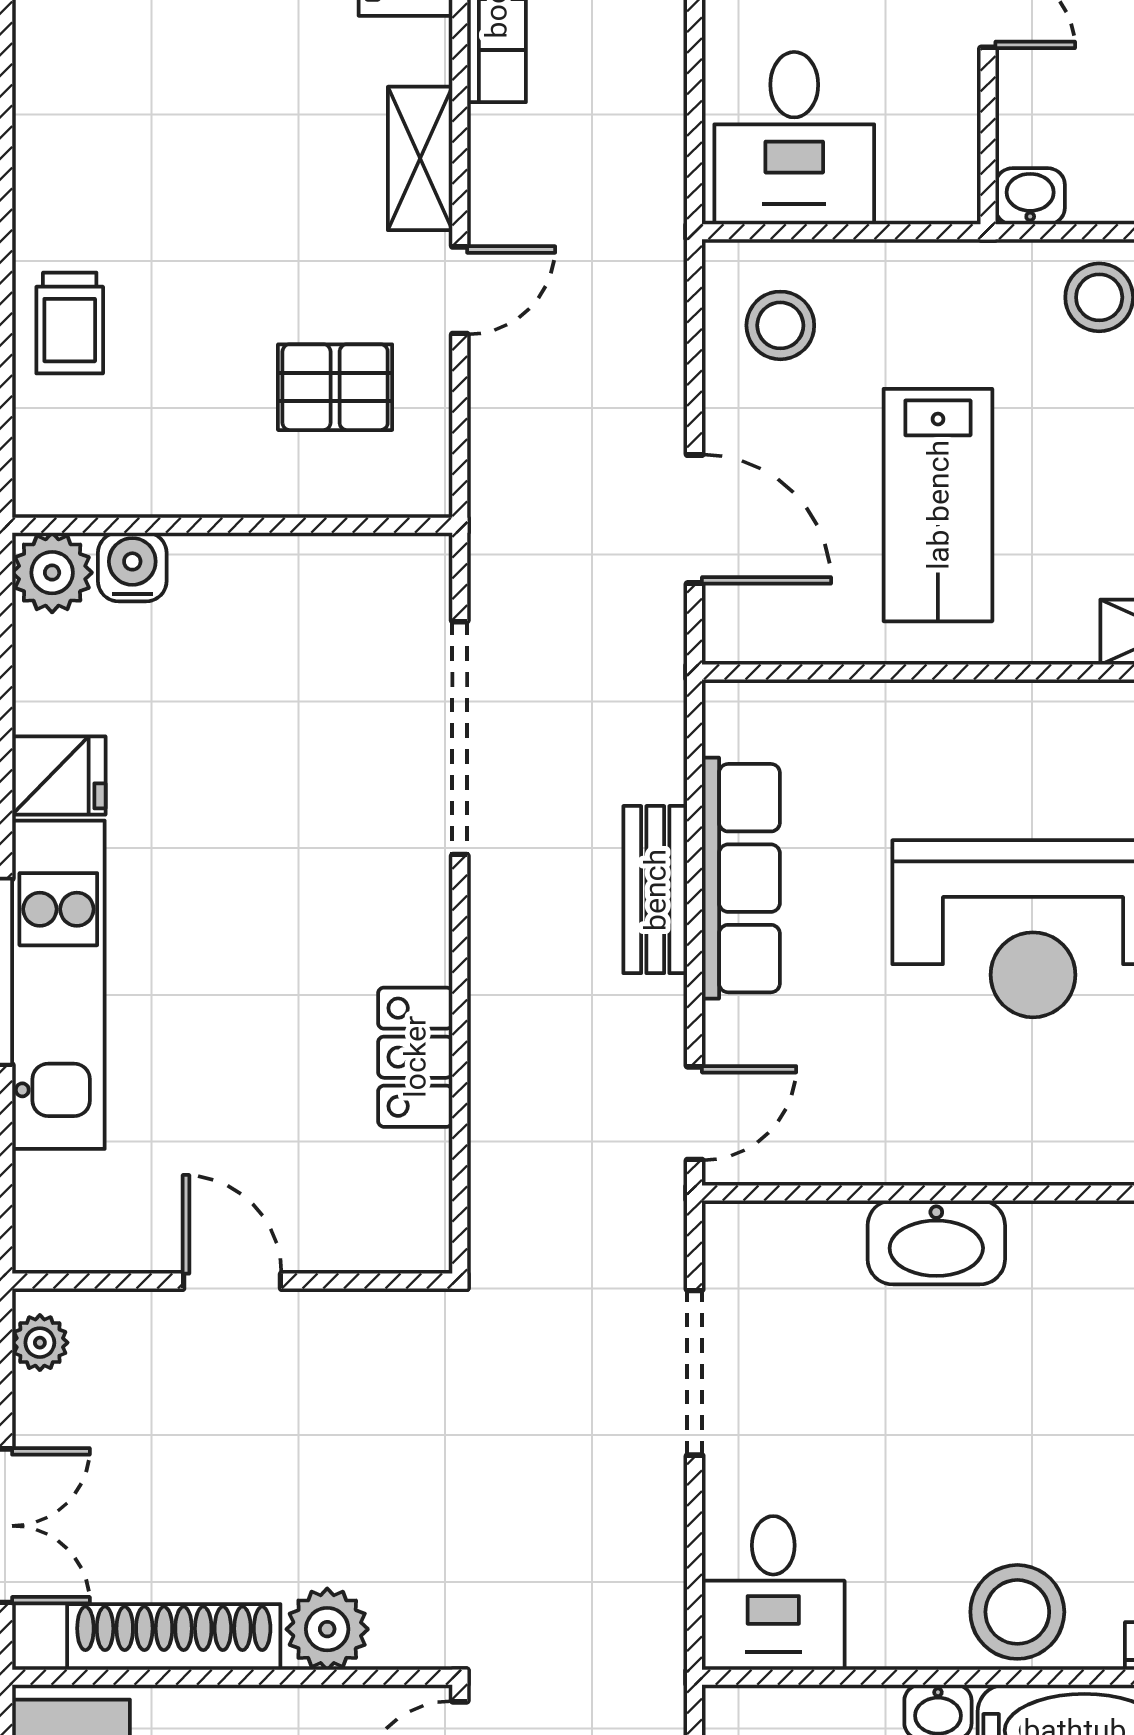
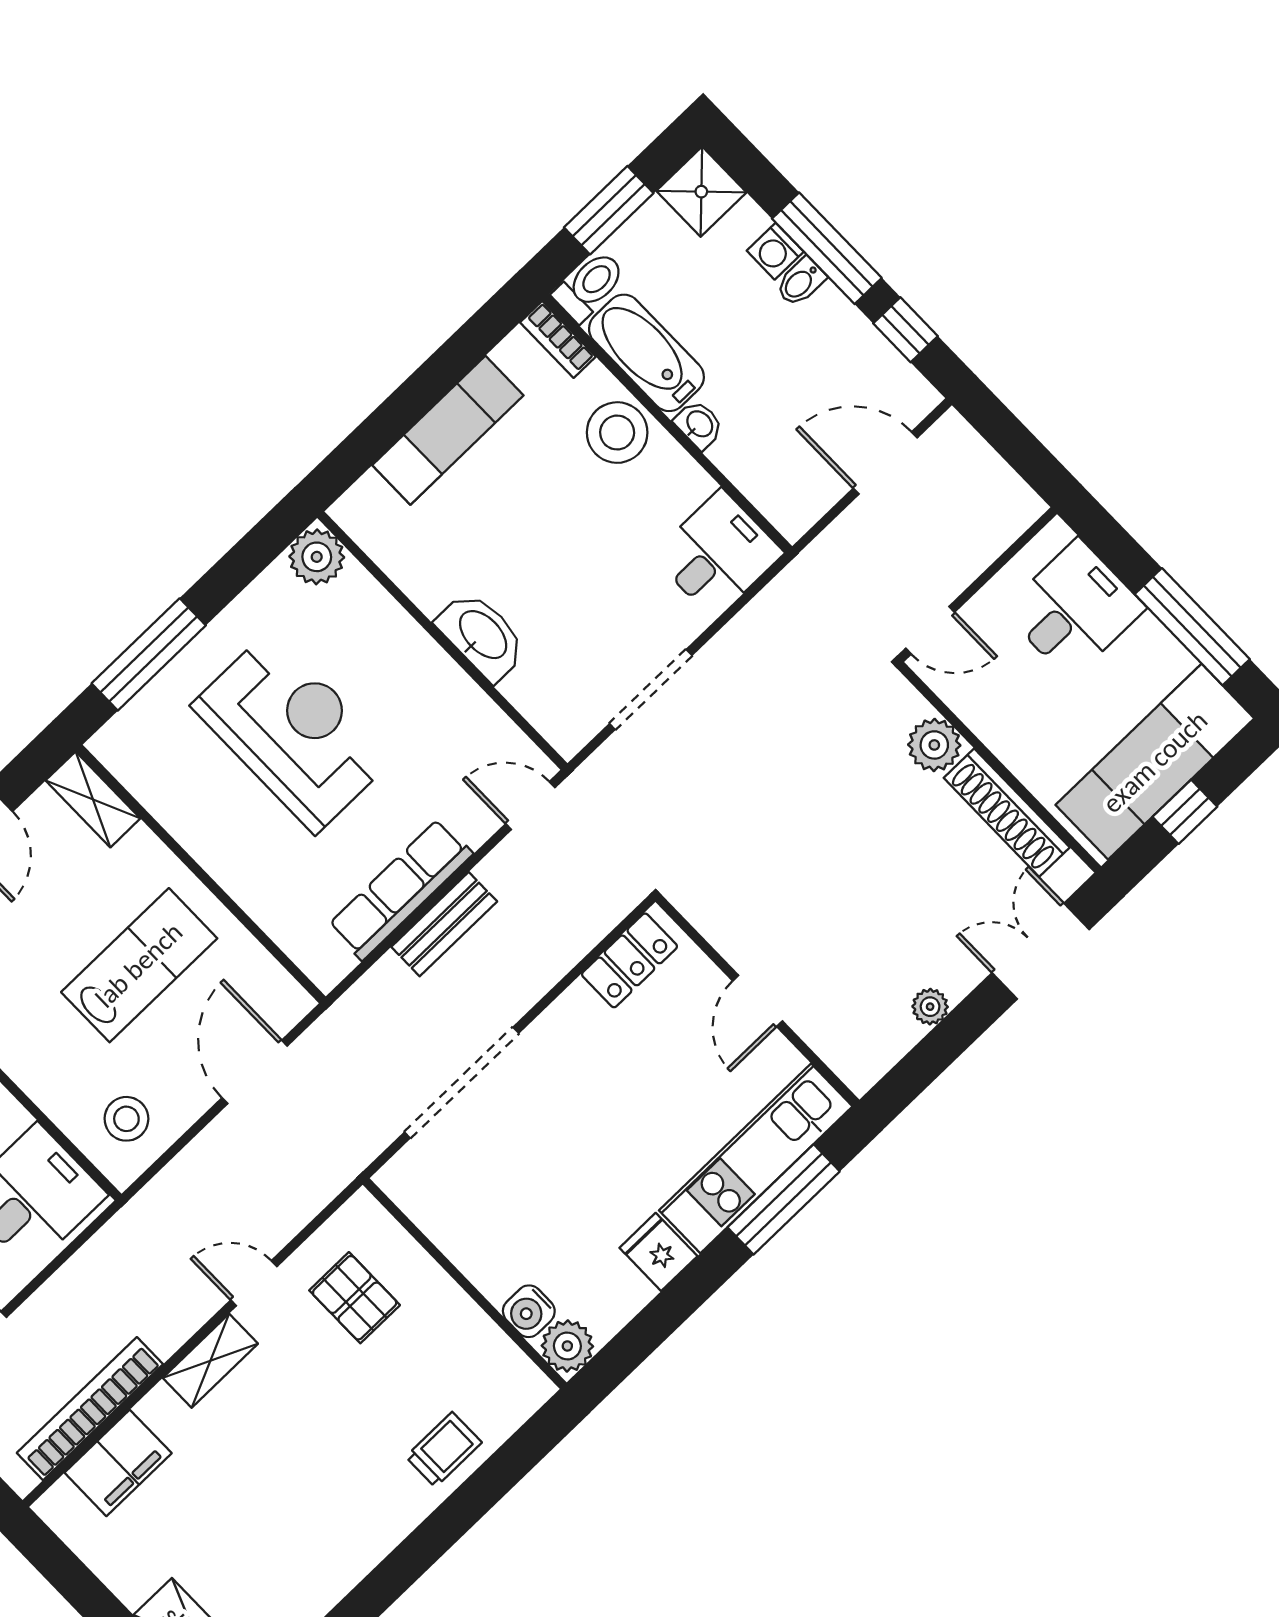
door: (232, 1281) -> (758, 1001), moved
wall: (232, 1281) -> (757, 1001), moved

